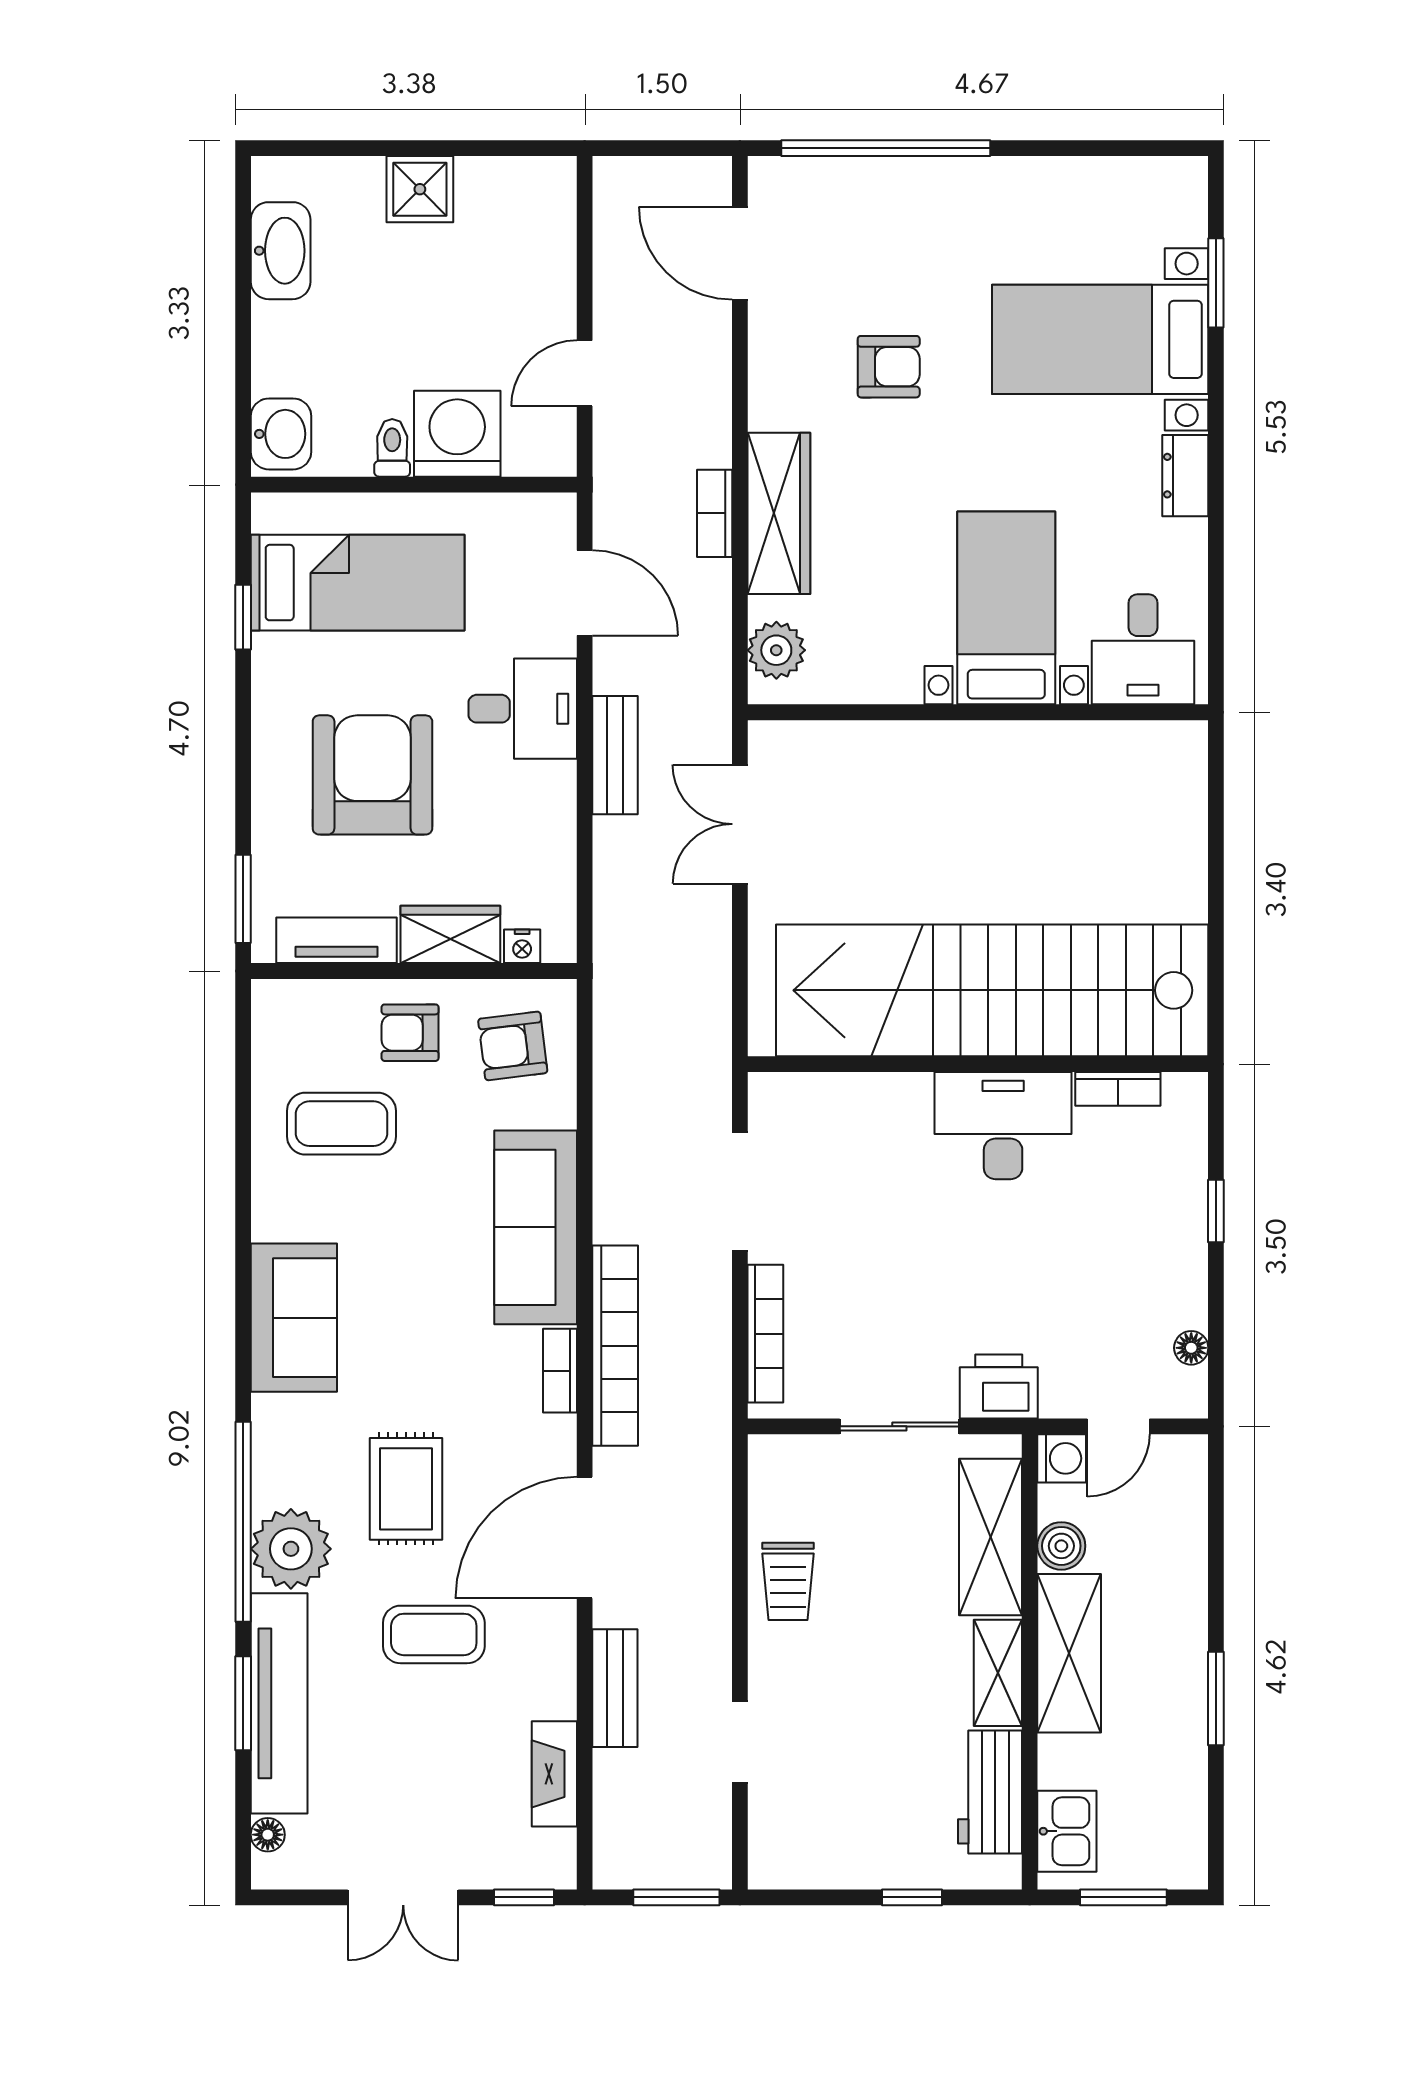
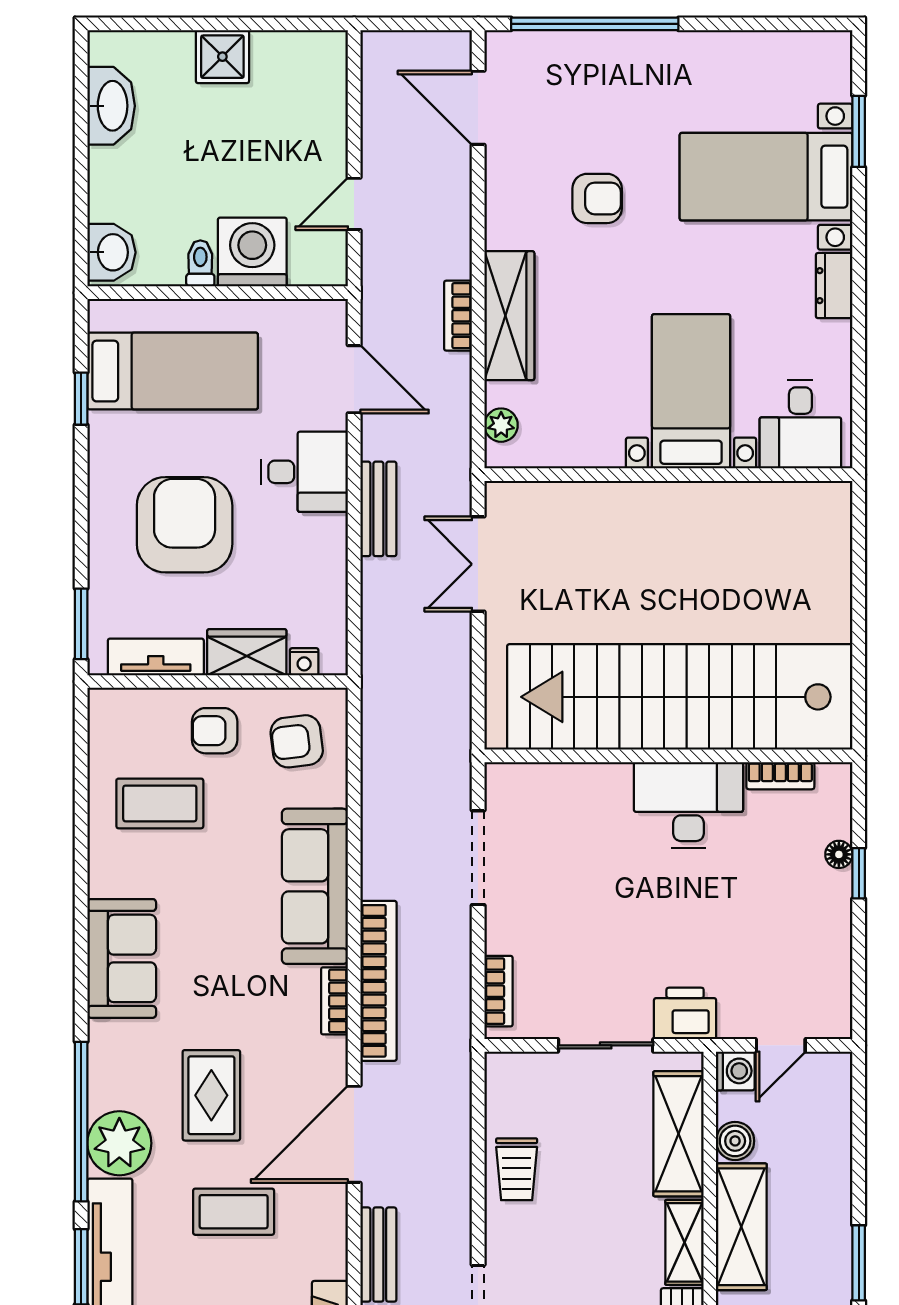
plant: (776, 650) -> (501, 425), width x0.73, depth x0.73
bookcase: (765, 1334) -> (499, 991), width x0.64
floor lamp: (1191, 1348) -> (839, 854), moved

